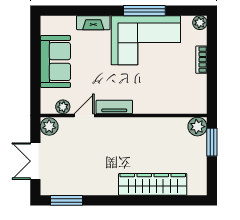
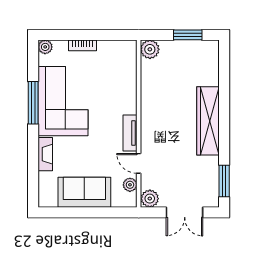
window: (212, 142) -> (188, 35), moved
wardrobe: (153, 184) -> (208, 121), moved

